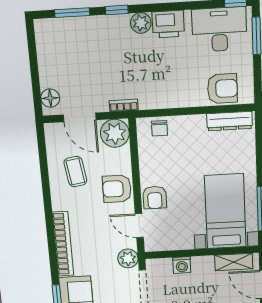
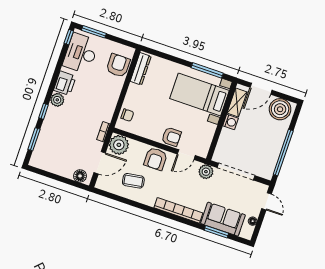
washing machine: (182, 265) -> (230, 122), moved

